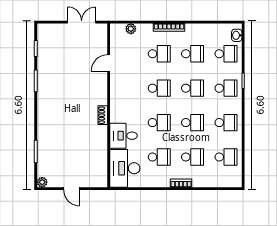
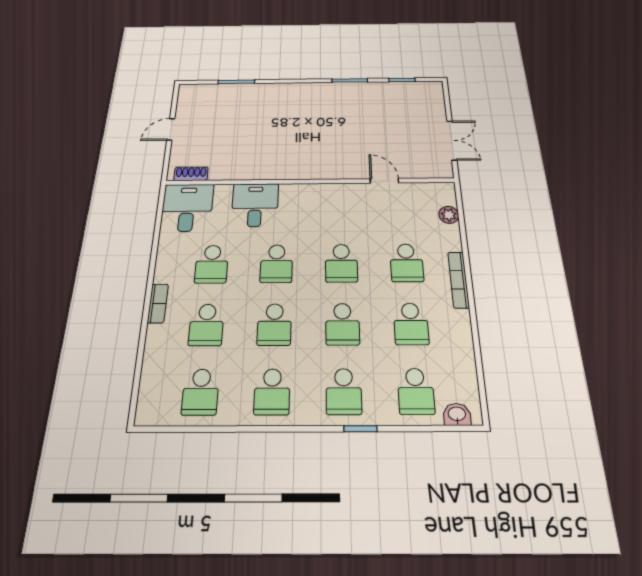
shoe rack: (103, 115) -> (191, 174), moved
desk: (125, 168) -> (187, 208), width x0.73
plant: (42, 182) -> (186, 90), removed

